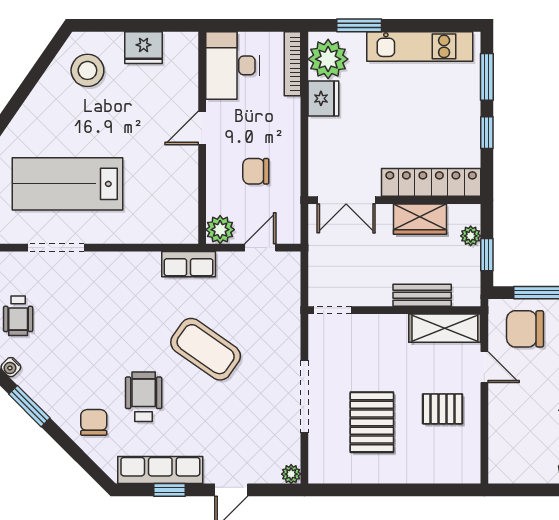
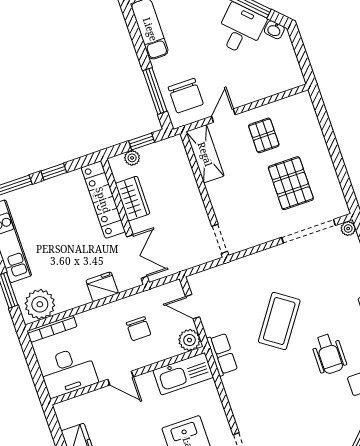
fridge: (323, 98) -> (102, 287), moved
kitchen sink: (181, 208) -> (183, 374), added
bench: (422, 295) -> (187, 178), removed
wheelchair: (144, 397) -> (329, 354), turned -90
doorway: (304, 397) -> (309, 231), moved
pallet: (372, 422) -> (291, 183), turned 90

